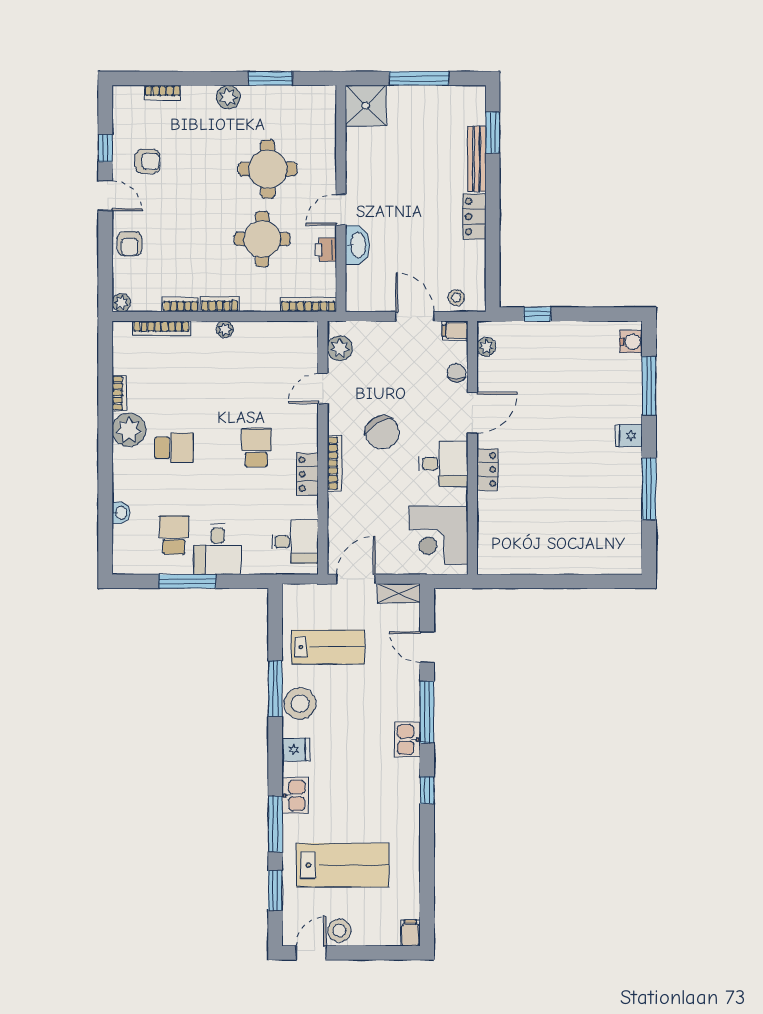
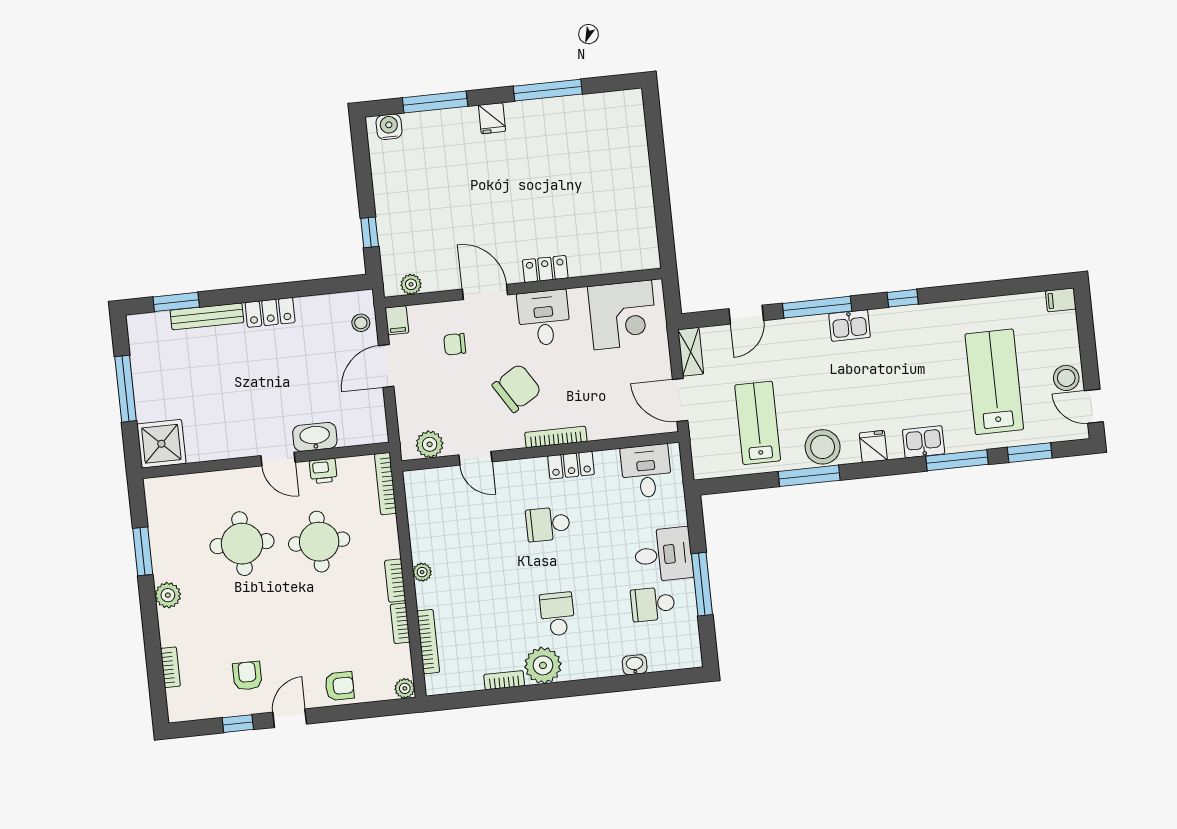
chair: (457, 373) -> (455, 344), moved

